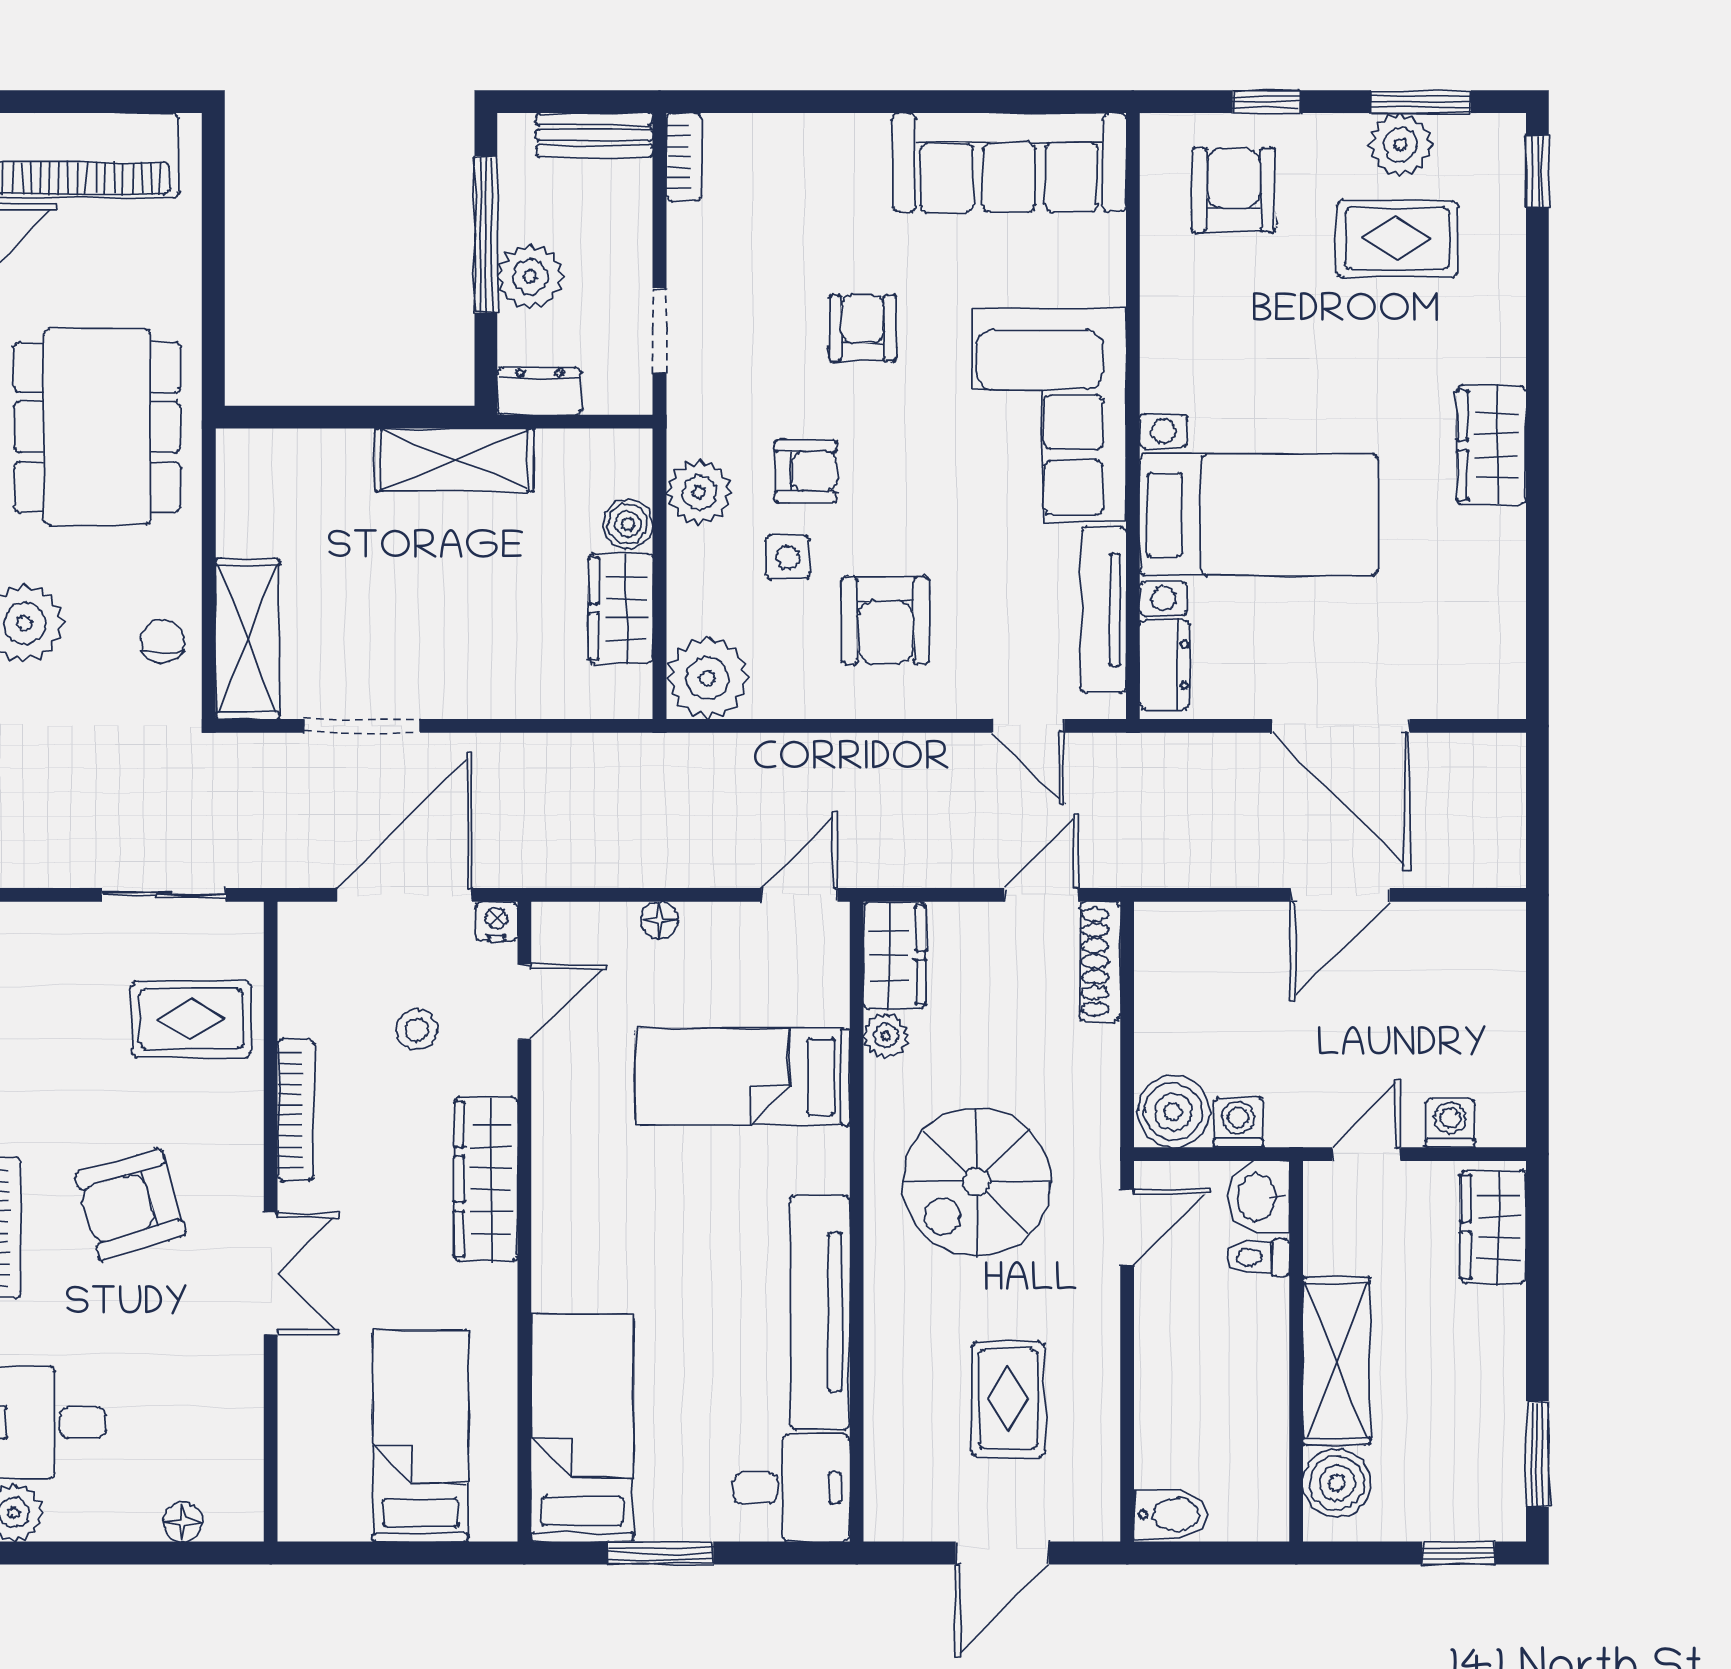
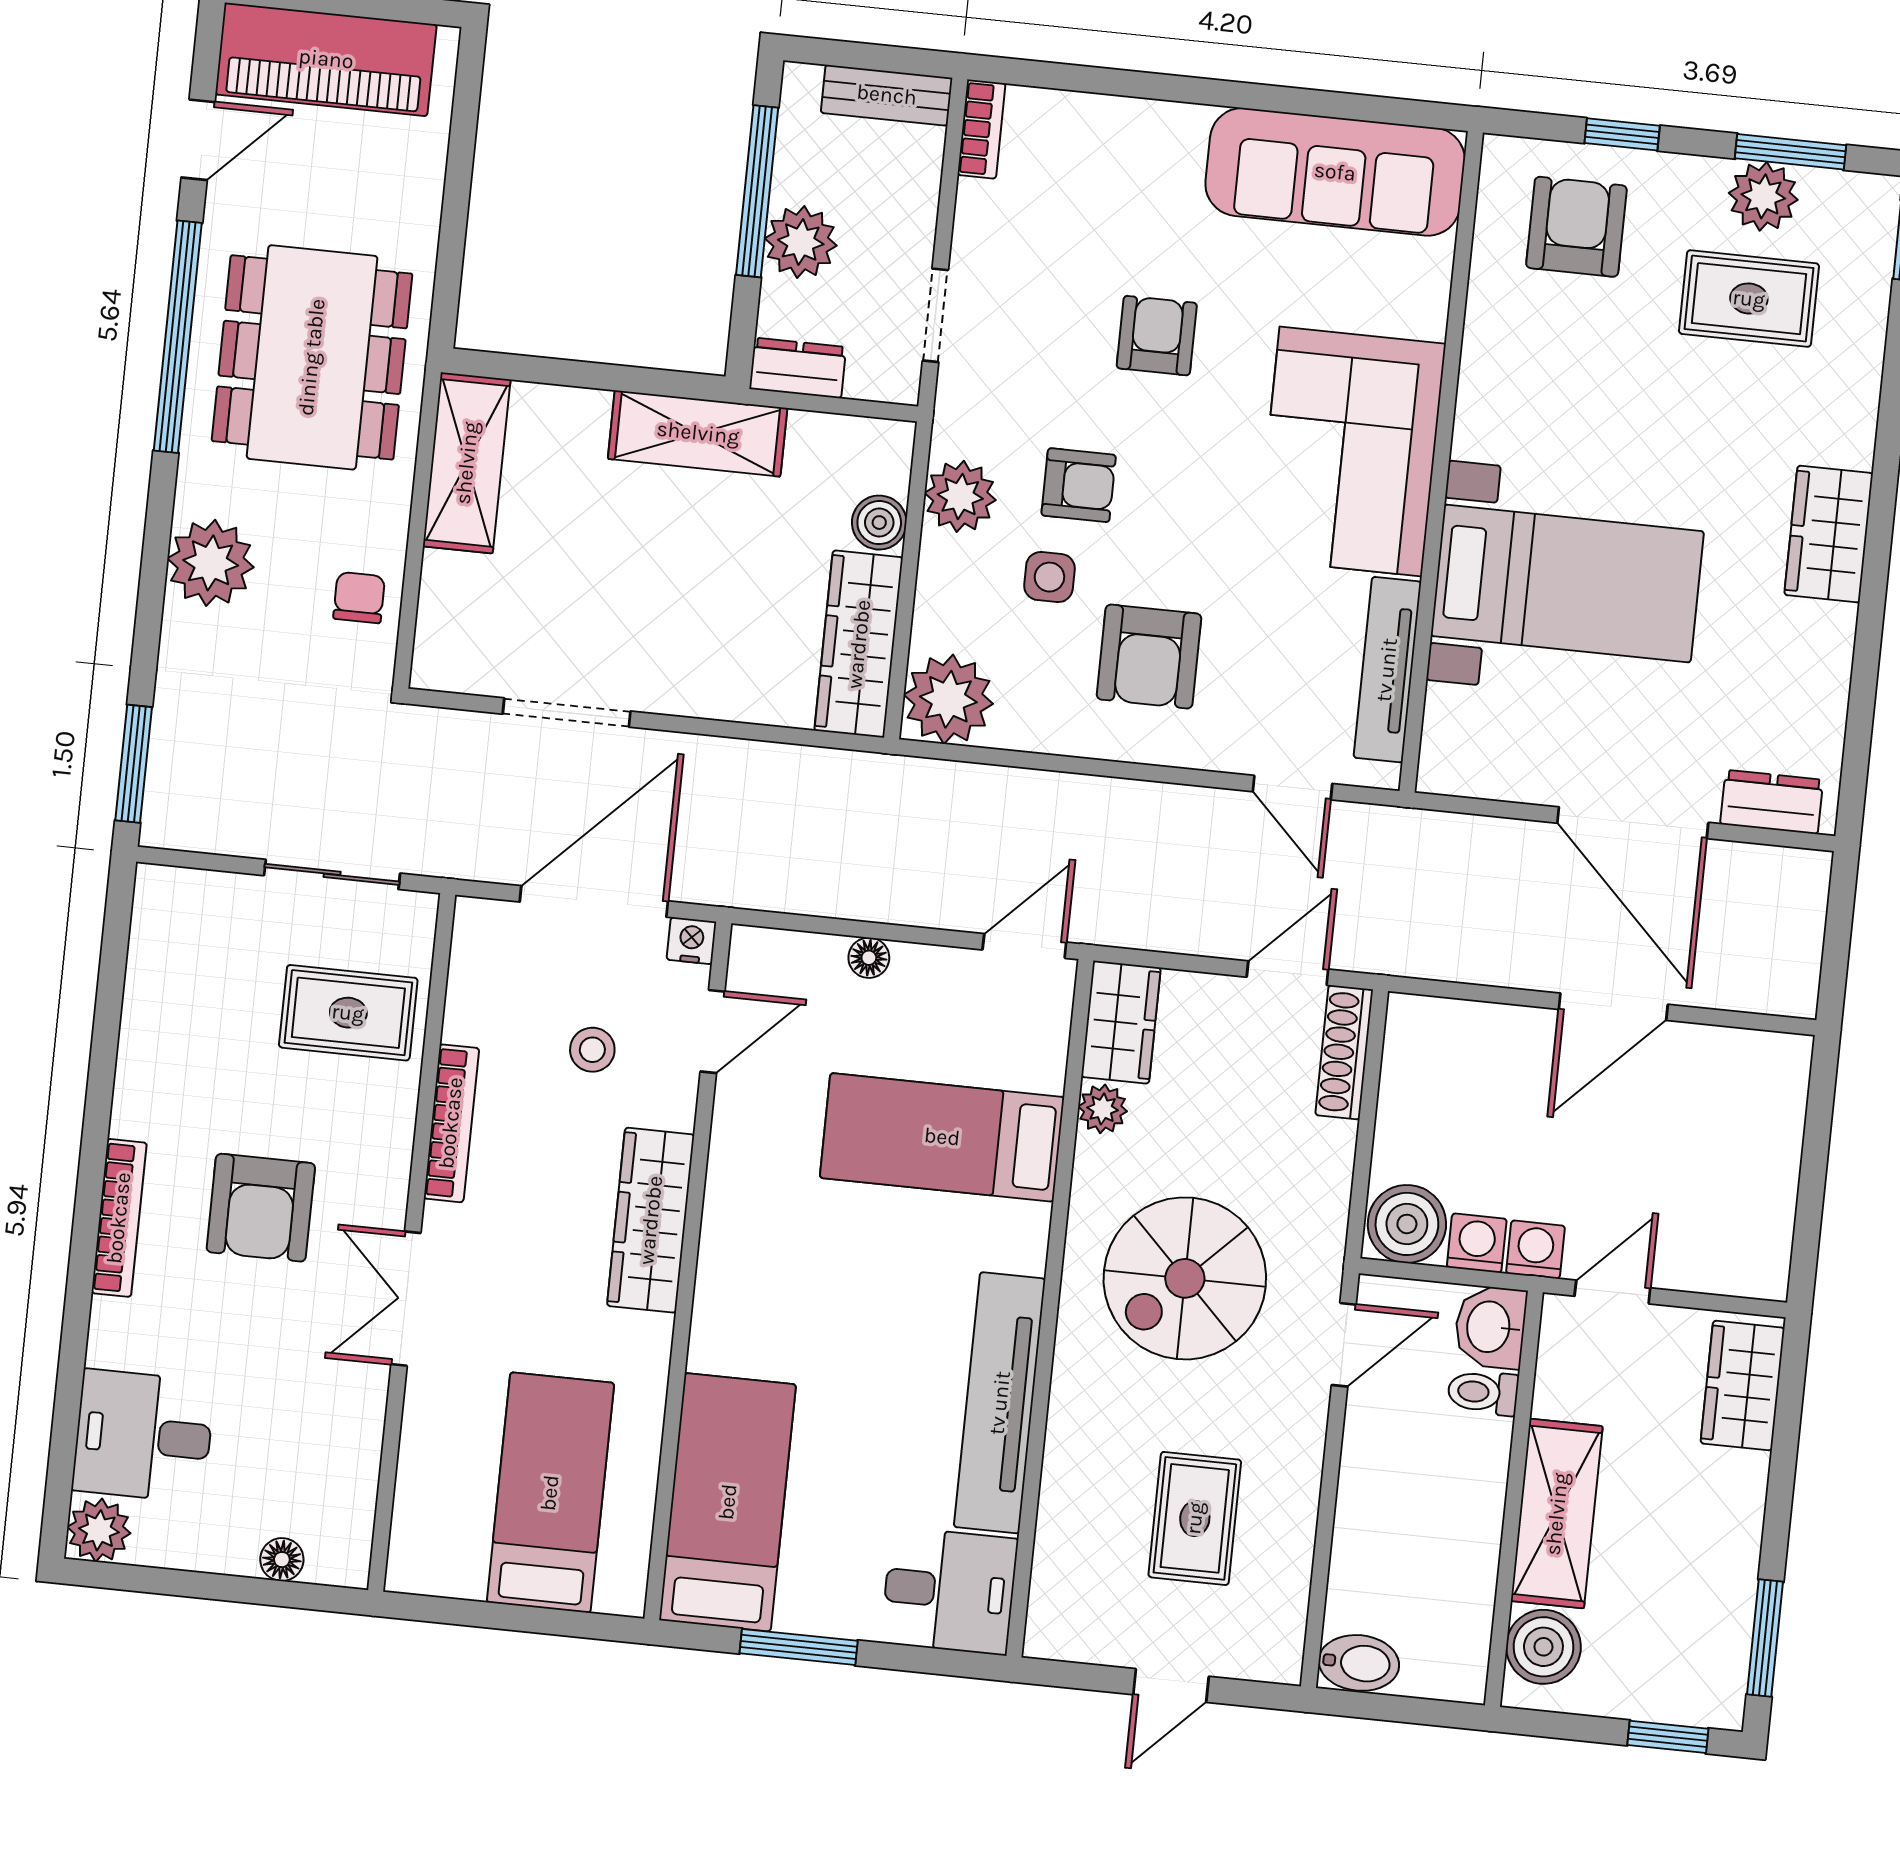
wardrobe: (621, 609) -> (859, 644), width x1.50
shelving: (248, 639) -> (467, 463), moved
dresser: (1165, 665) -> (1772, 802), moved, turned -90
washing machine: (1450, 1123) -> (1535, 1250), moved
armchair: (130, 1204) -> (261, 1208), turned -73
double door: (271, 1273) -> (406, 1299), swing flipped
door: (1002, 1553) -> (1171, 1686), width x0.73

